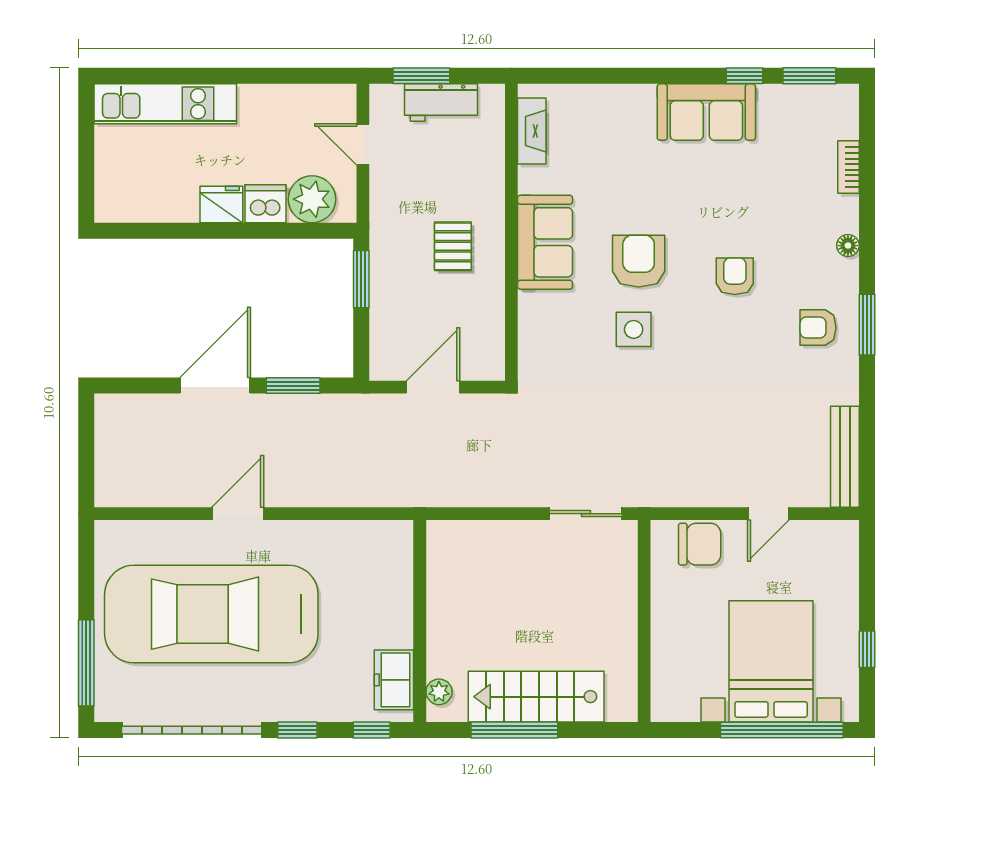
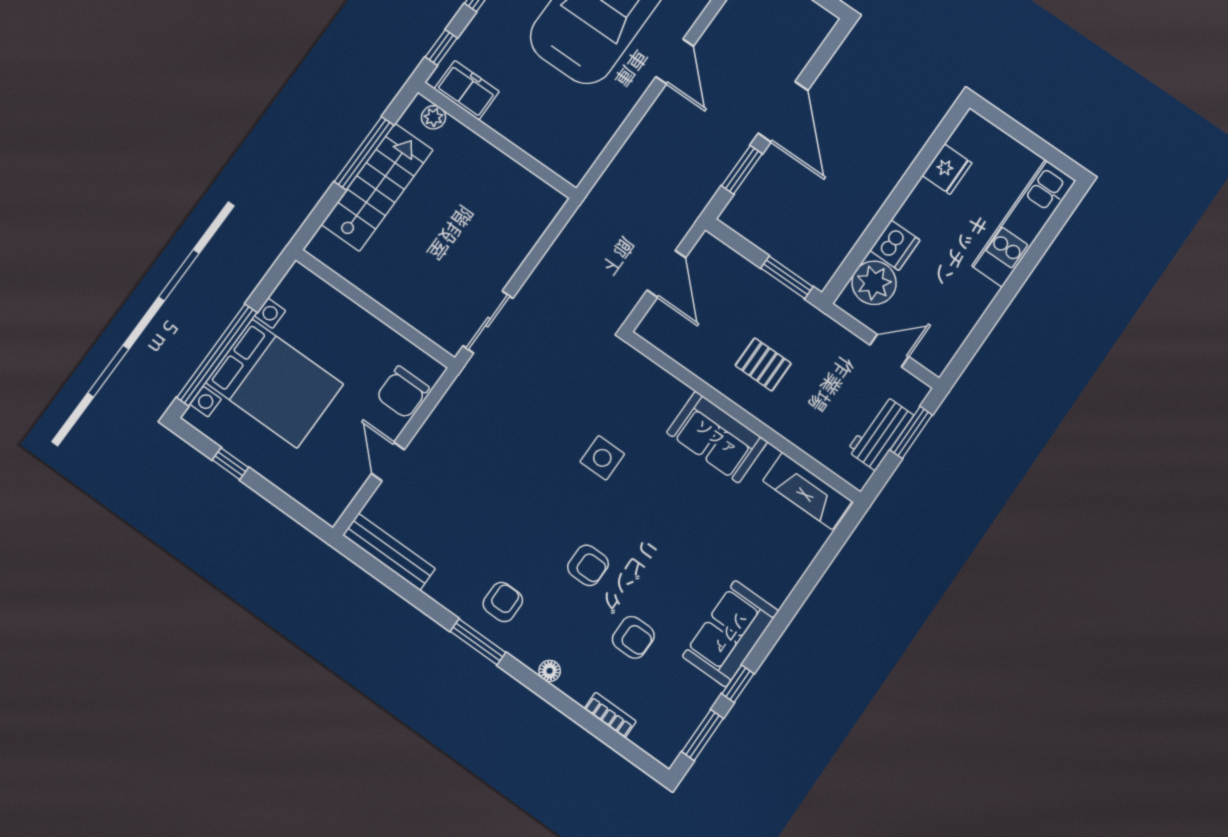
fireplace: (532, 131) -> (807, 491), width x1.37, depth x1.32
fridge: (221, 204) -> (947, 169), moved
armchair: (639, 261) -> (633, 637), moved, width x0.72, depth x0.72

